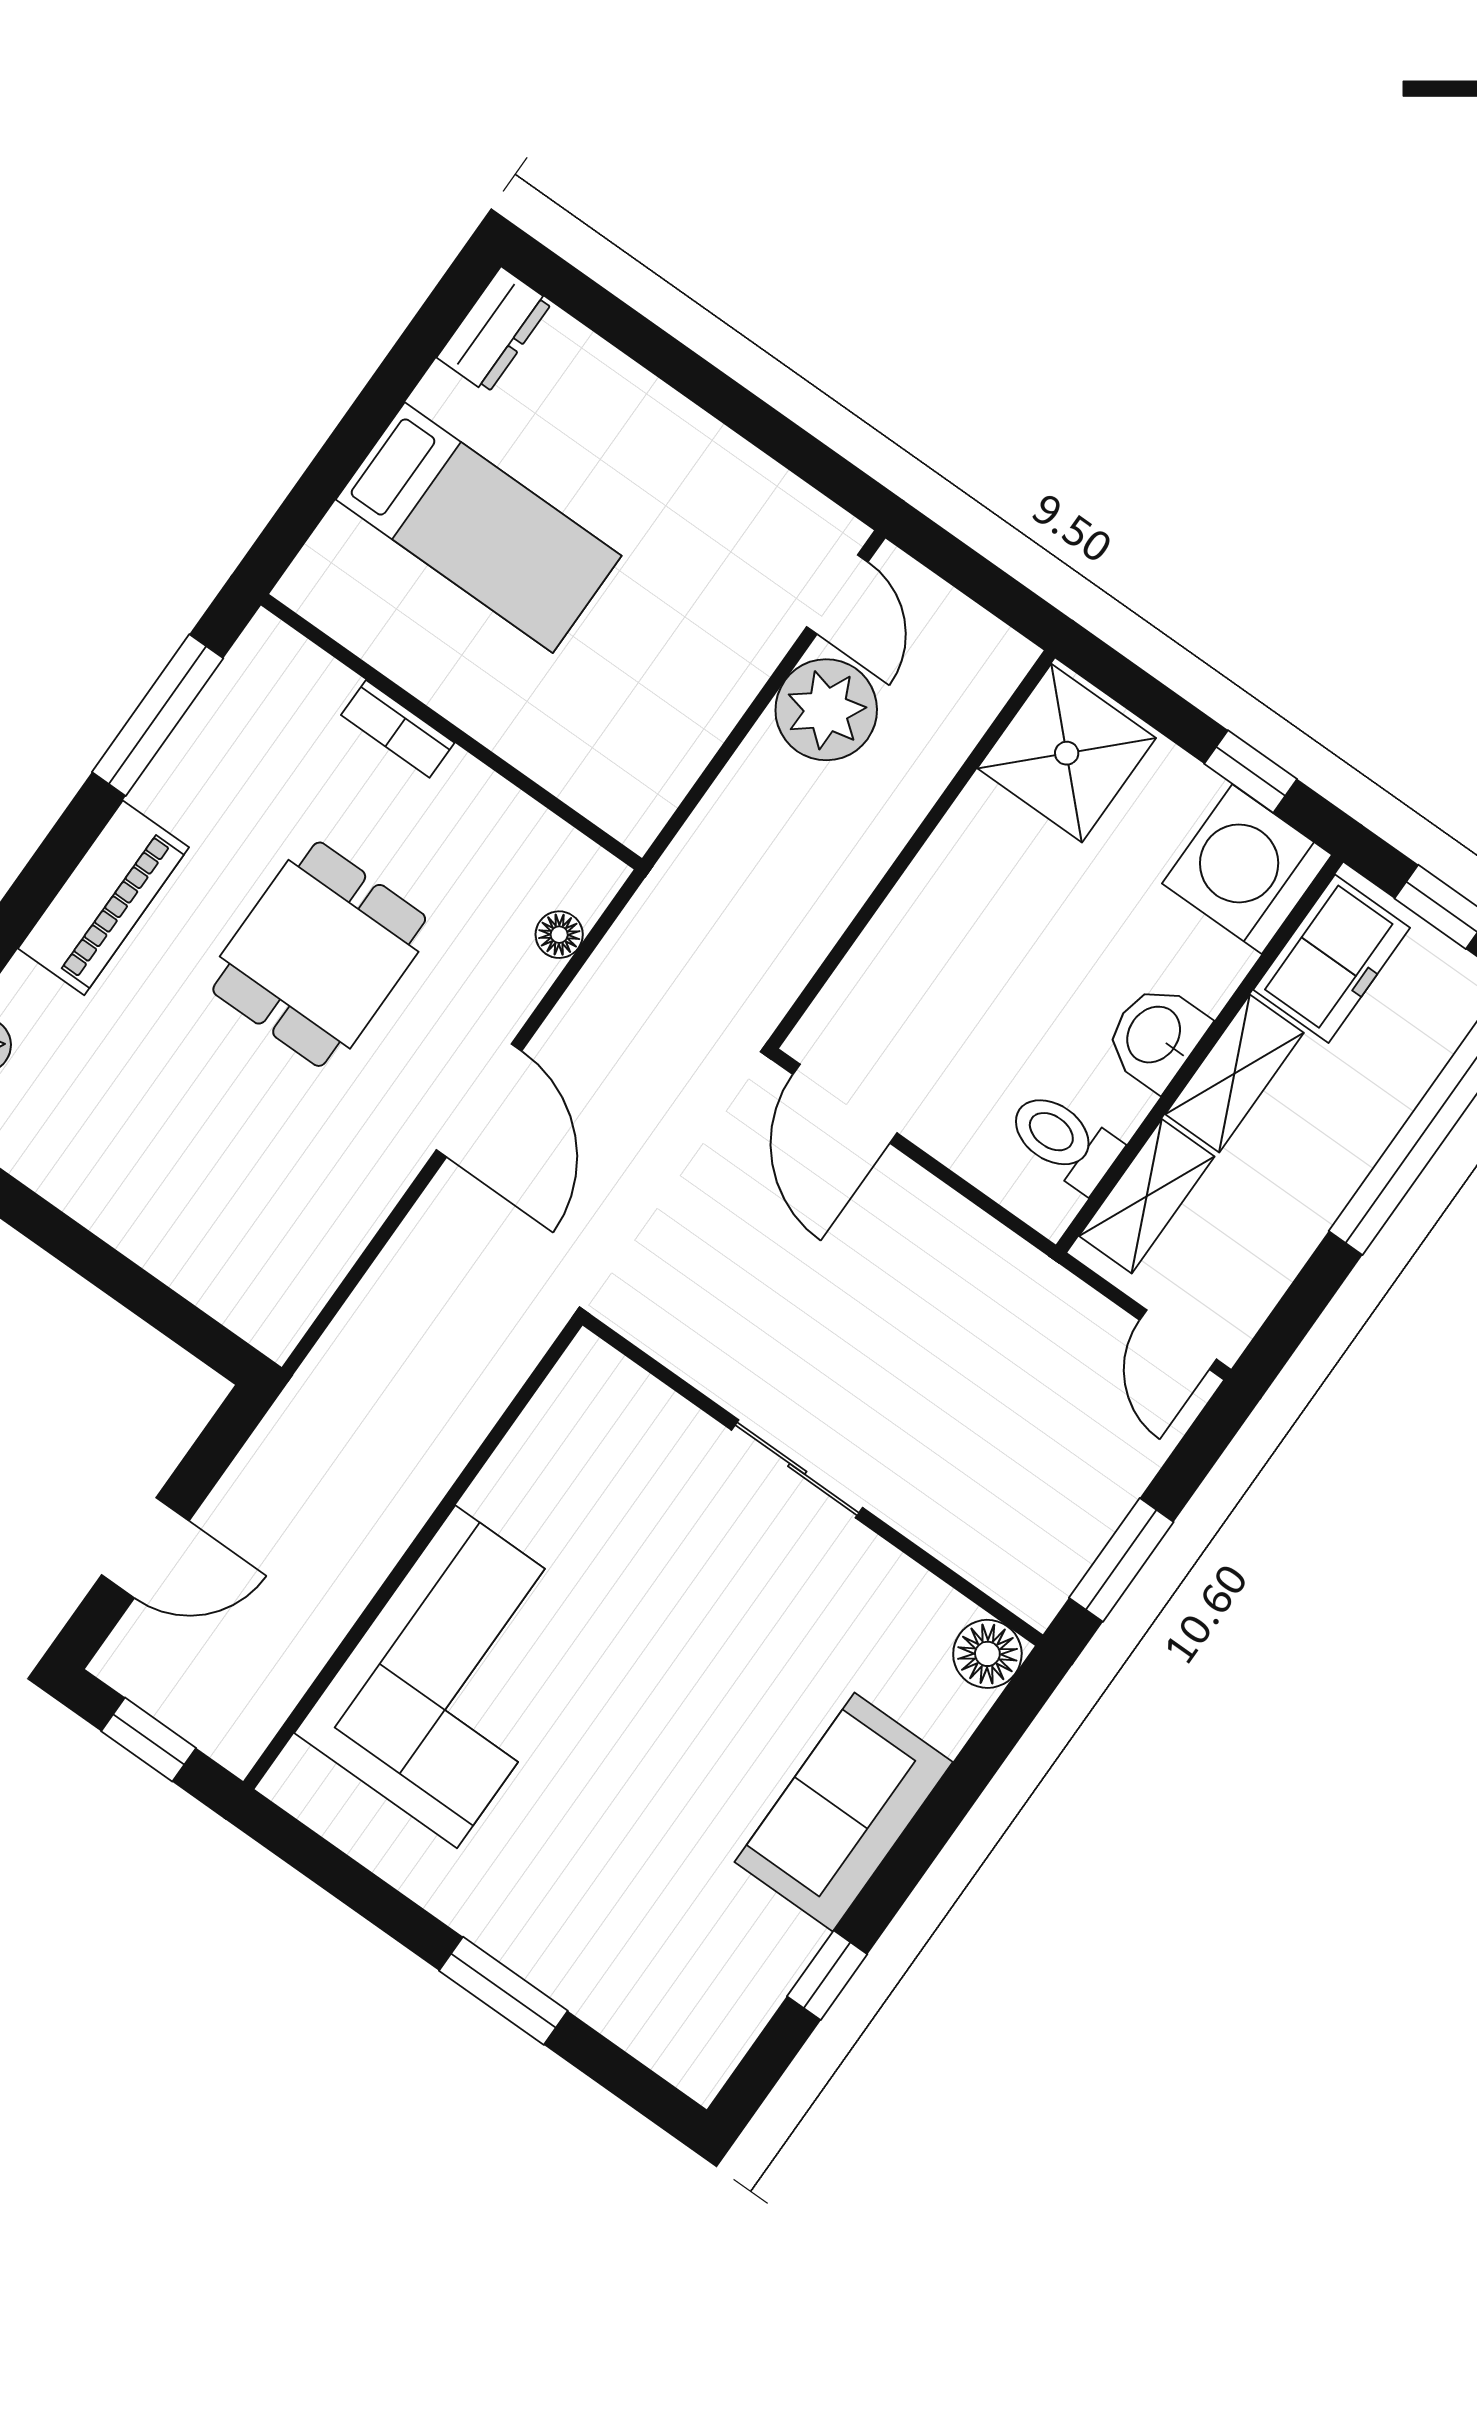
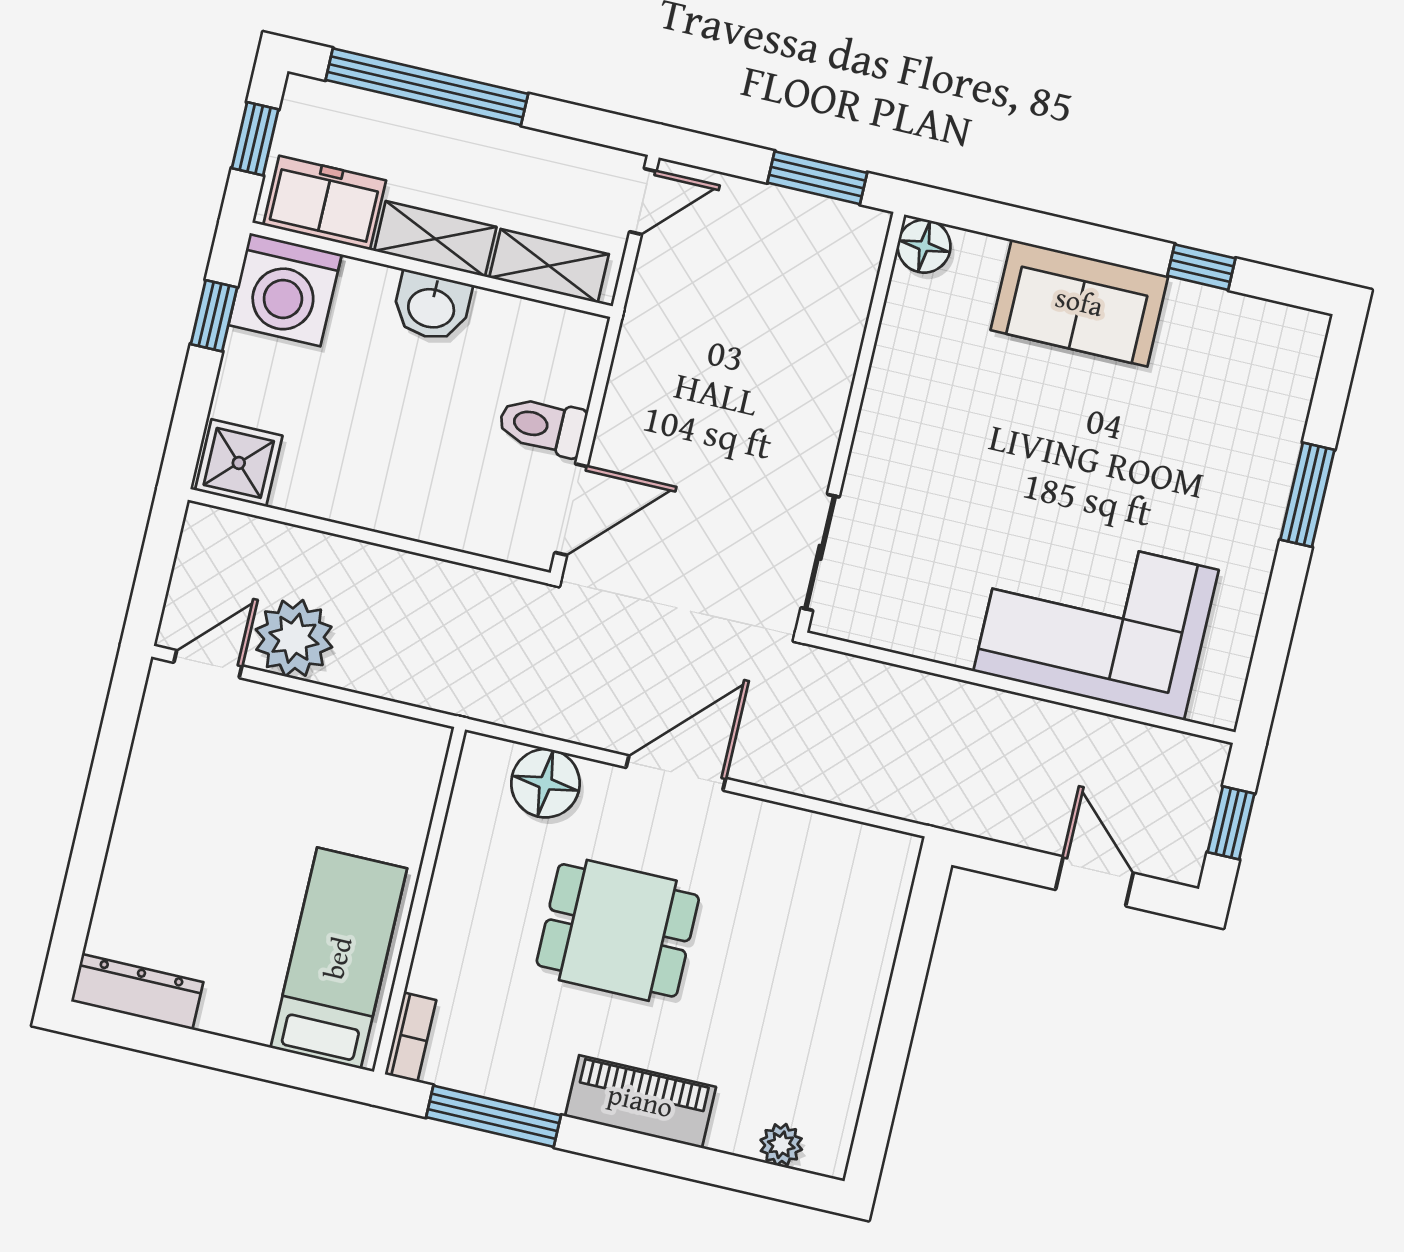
dresser: (494, 330) -> (137, 992), width x1.44
bed: (479, 528) -> (339, 958), moved
bookcase: (398, 729) -> (410, 1037), moved
shower: (1067, 753) -> (239, 463), width x0.73, depth x0.73
floor lamp: (559, 935) -> (545, 783), width x1.89, depth x1.89
toilet: (1064, 1140) -> (542, 426), moved, turned 90
sliding door: (797, 1469) -> (820, 552), moved

